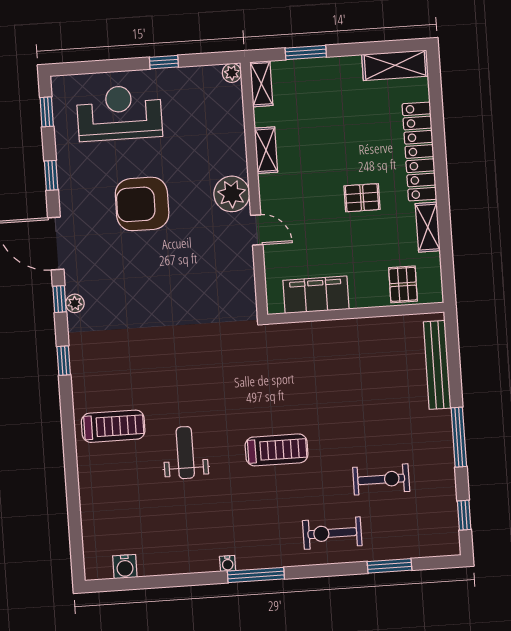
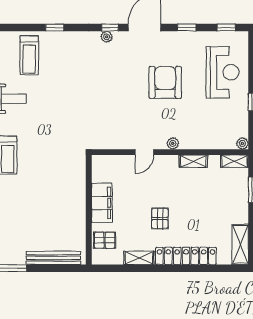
plant: (232, 194) -> (173, 143), width x0.53, depth x0.53
filing cabinet: (316, 295) -> (102, 203), moved
window: (64, 361) -> (55, 28), moved

